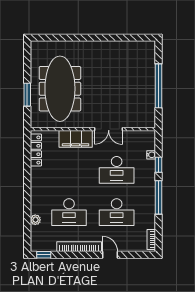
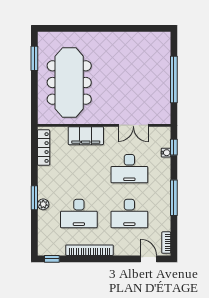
window: (27, 95) -> (34, 58), moved
double door: (109, 129) -> (133, 125), moved
window: (158, 165) -> (174, 147), moved
window: (27, 197) -> (34, 198), added
plant: (35, 220) -> (43, 204), moved
door: (110, 255) -> (149, 259), moved

